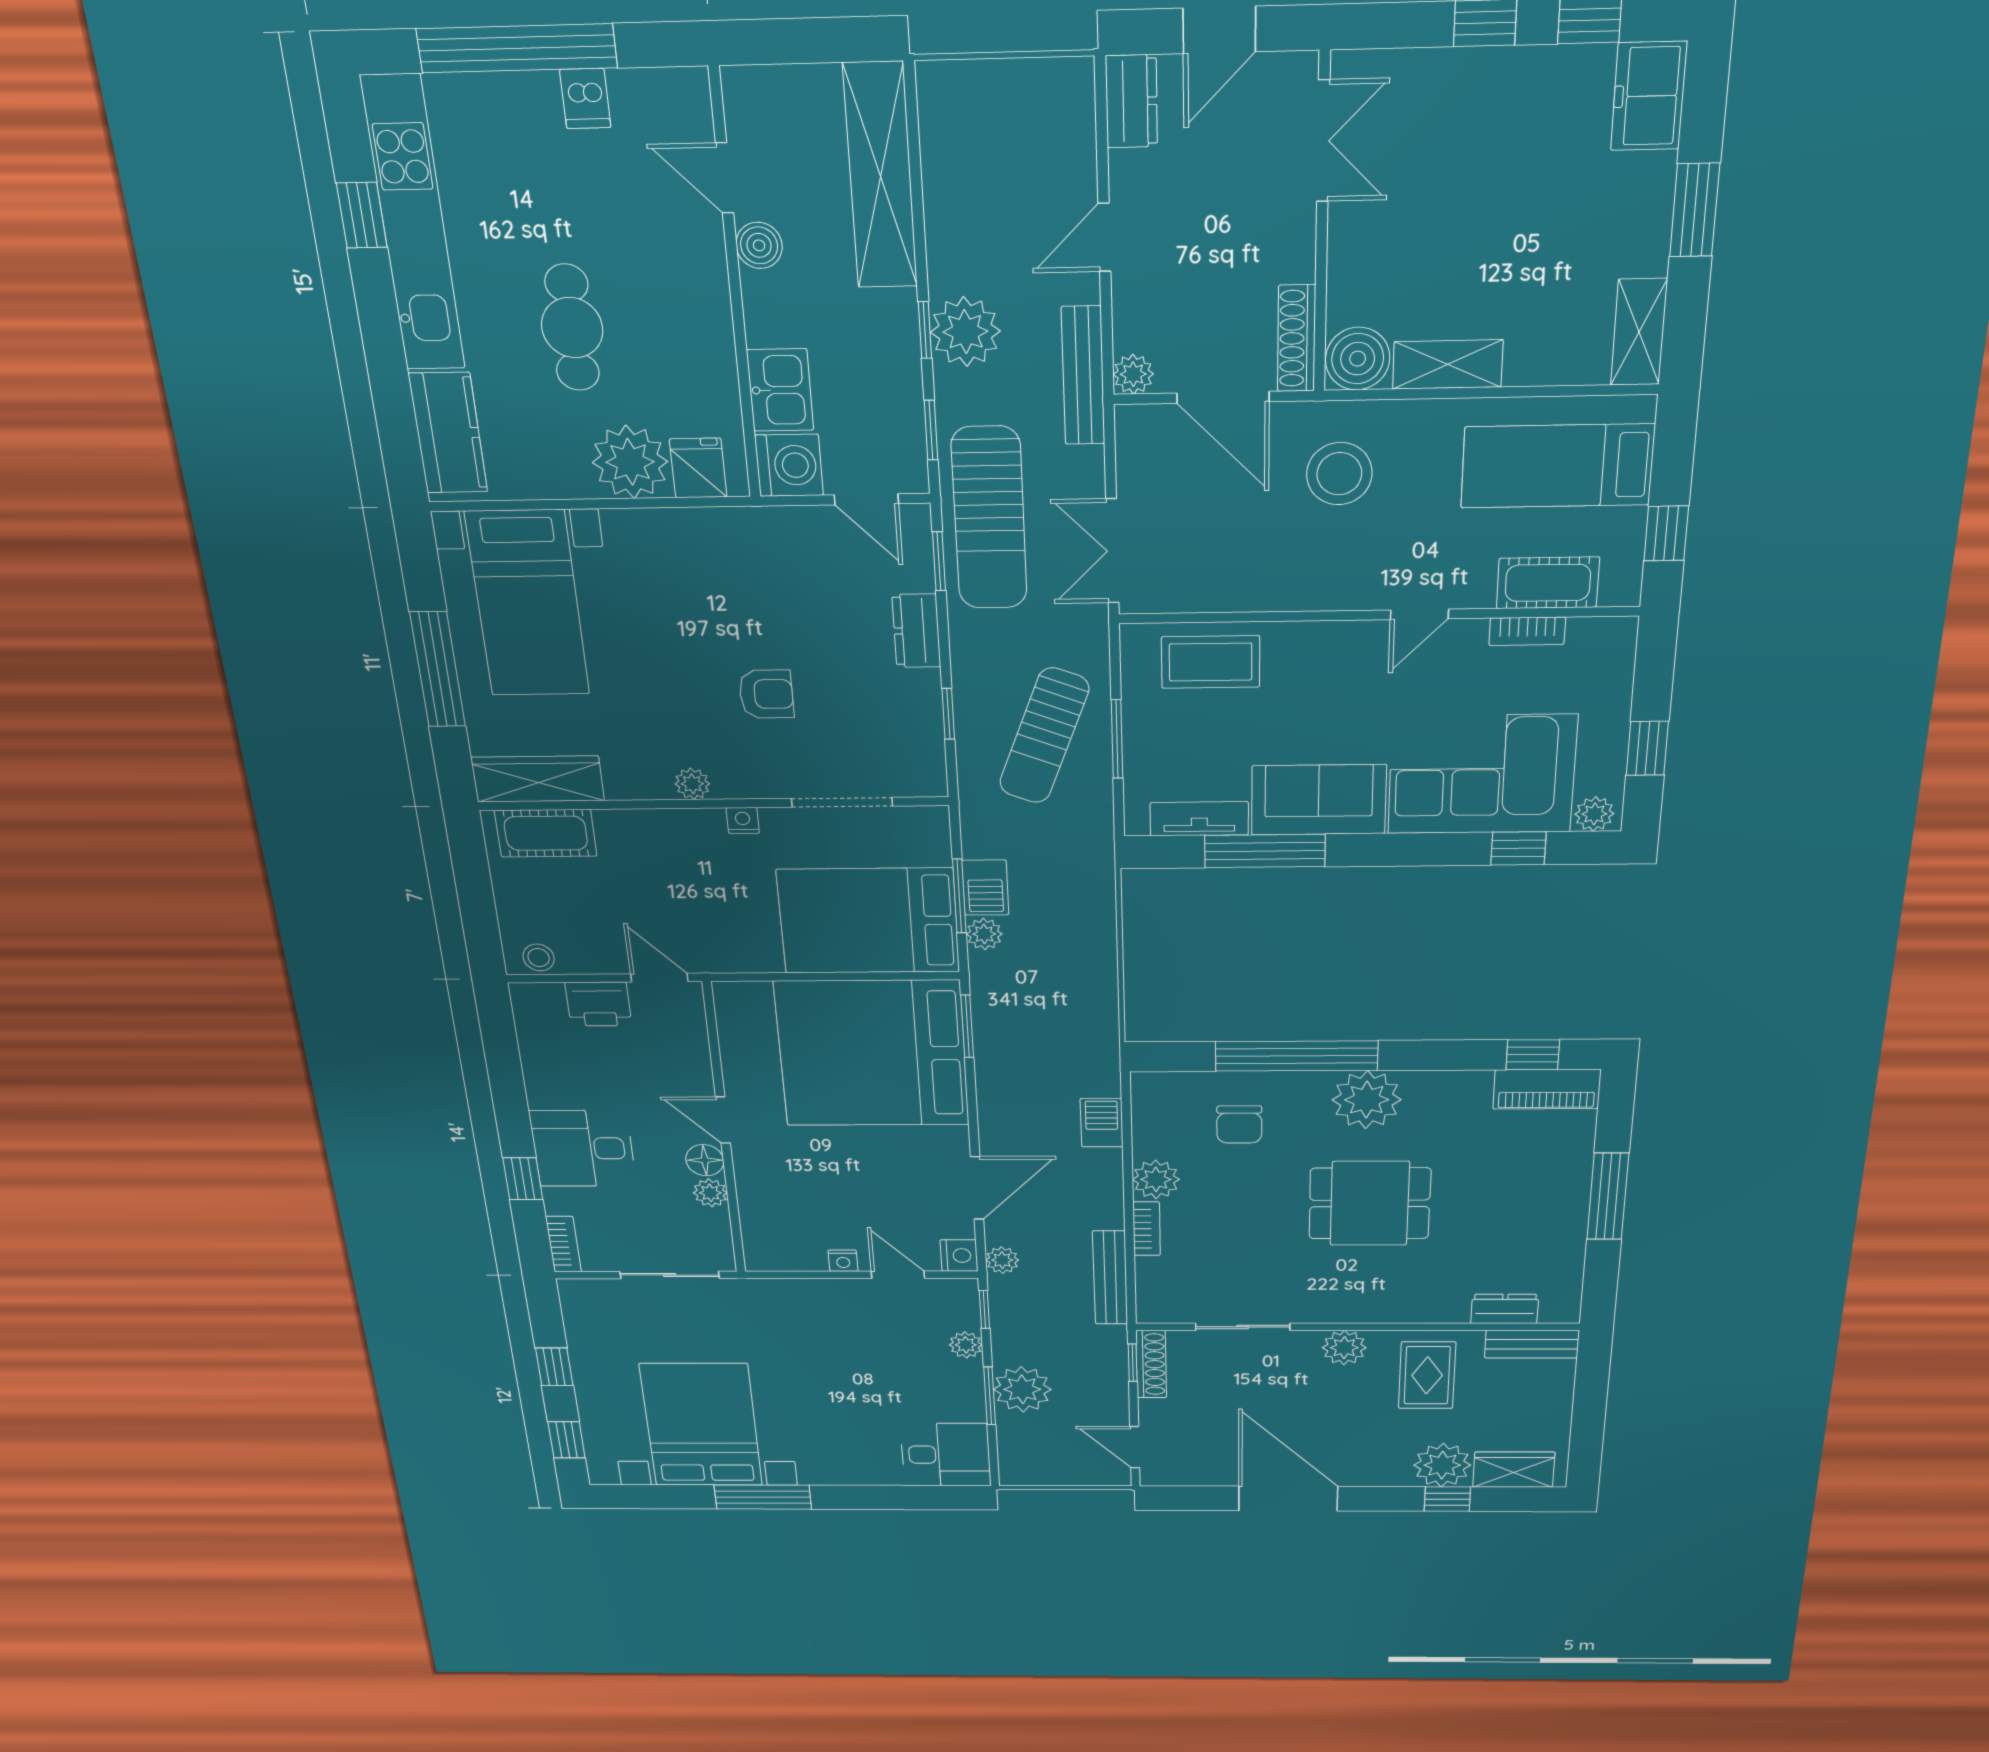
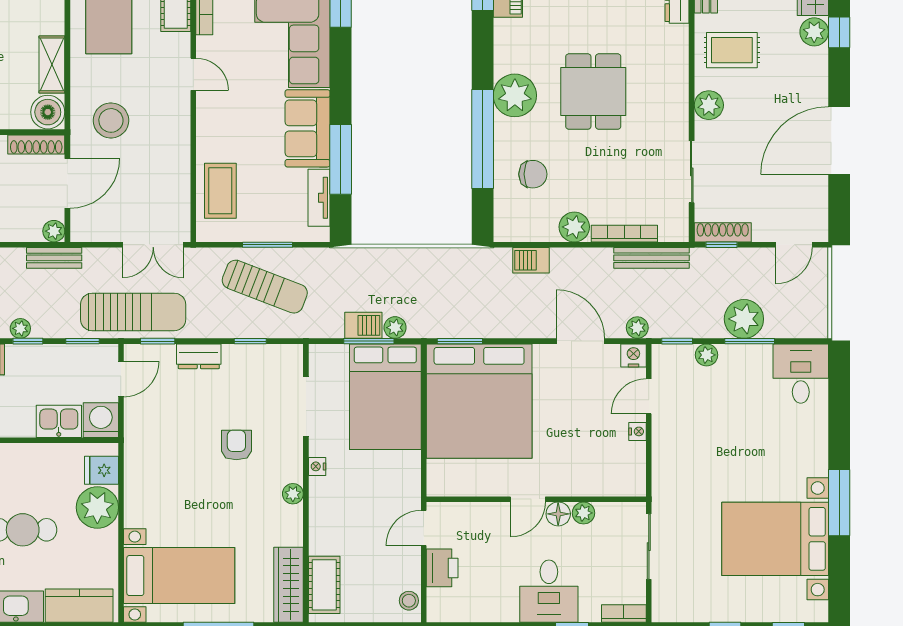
plant: (965, 332) -> (20, 328), width x0.53, depth x0.53
bench: (1083, 376) -> (54, 258), width x0.73
bookcase: (1147, 1229) -> (624, 234), width x1.56
plant: (1442, 1465) -> (814, 32), width x0.73, depth x0.73

